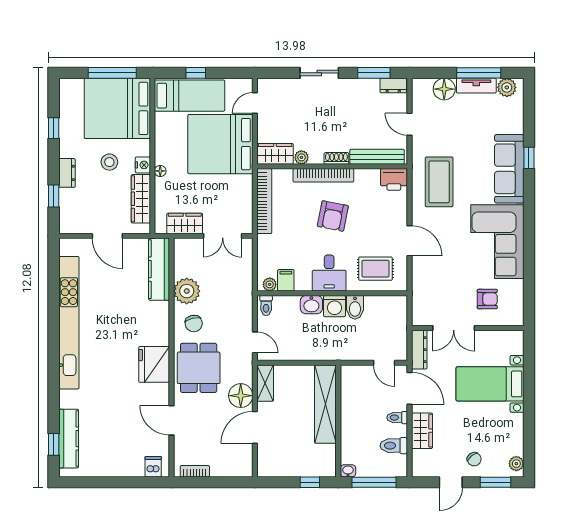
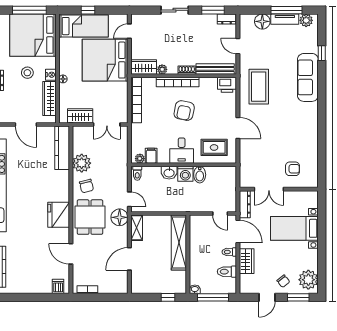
window: (529, 158) -> (322, 53), moved
corner sofa: (497, 242) -> (300, 128), removed
floor lamp: (241, 396) -> (120, 217), moved
plant: (516, 464) -> (308, 280), width x1.88, depth x1.88

